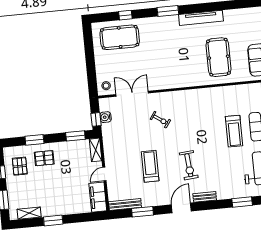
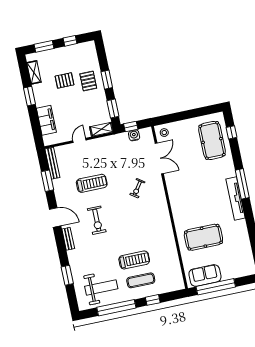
window: (168, 11) -> (242, 184), width x1.44
window: (125, 15) -> (231, 132), moved
tv unit: (201, 18) -> (236, 199), moved
treadmill: (234, 131) -> (134, 260), turned 180
window: (34, 140) -> (107, 80), moved
exercise bike: (189, 165) -> (97, 220), turned -85
pallet: (20, 166) -> (65, 80), moved
door: (104, 174) -> (79, 140), hinge flipped
filing cabinet: (98, 197) -> (46, 120), moved, turned 90

